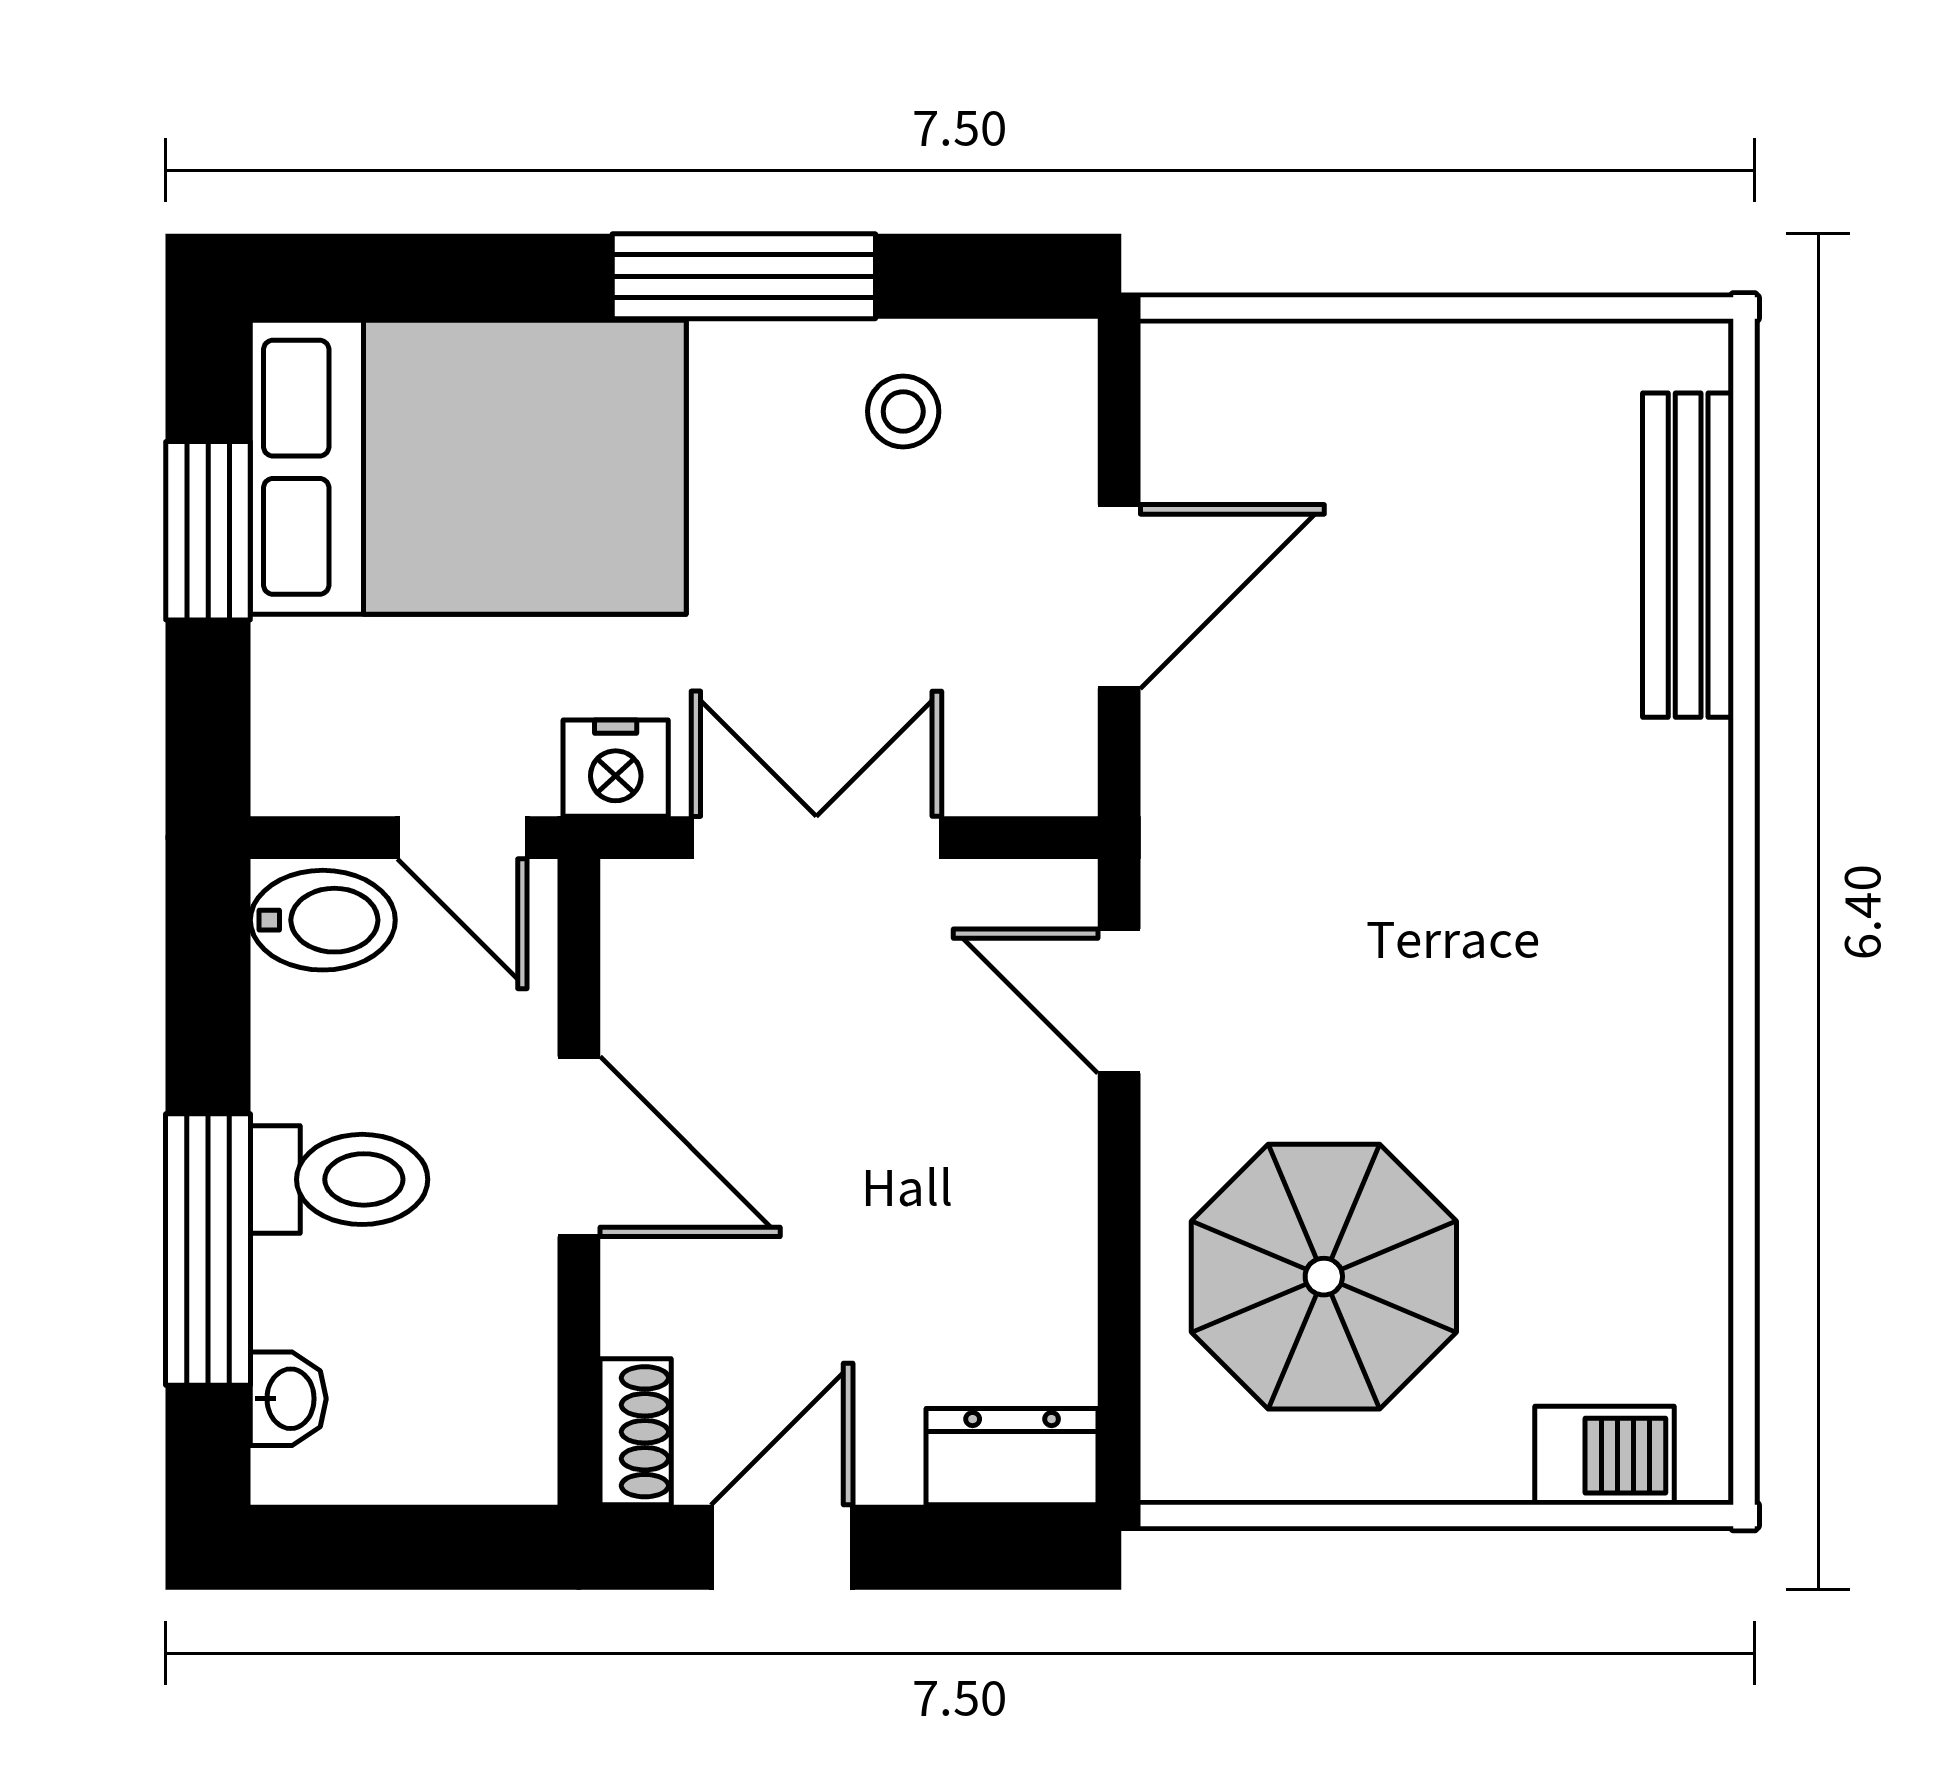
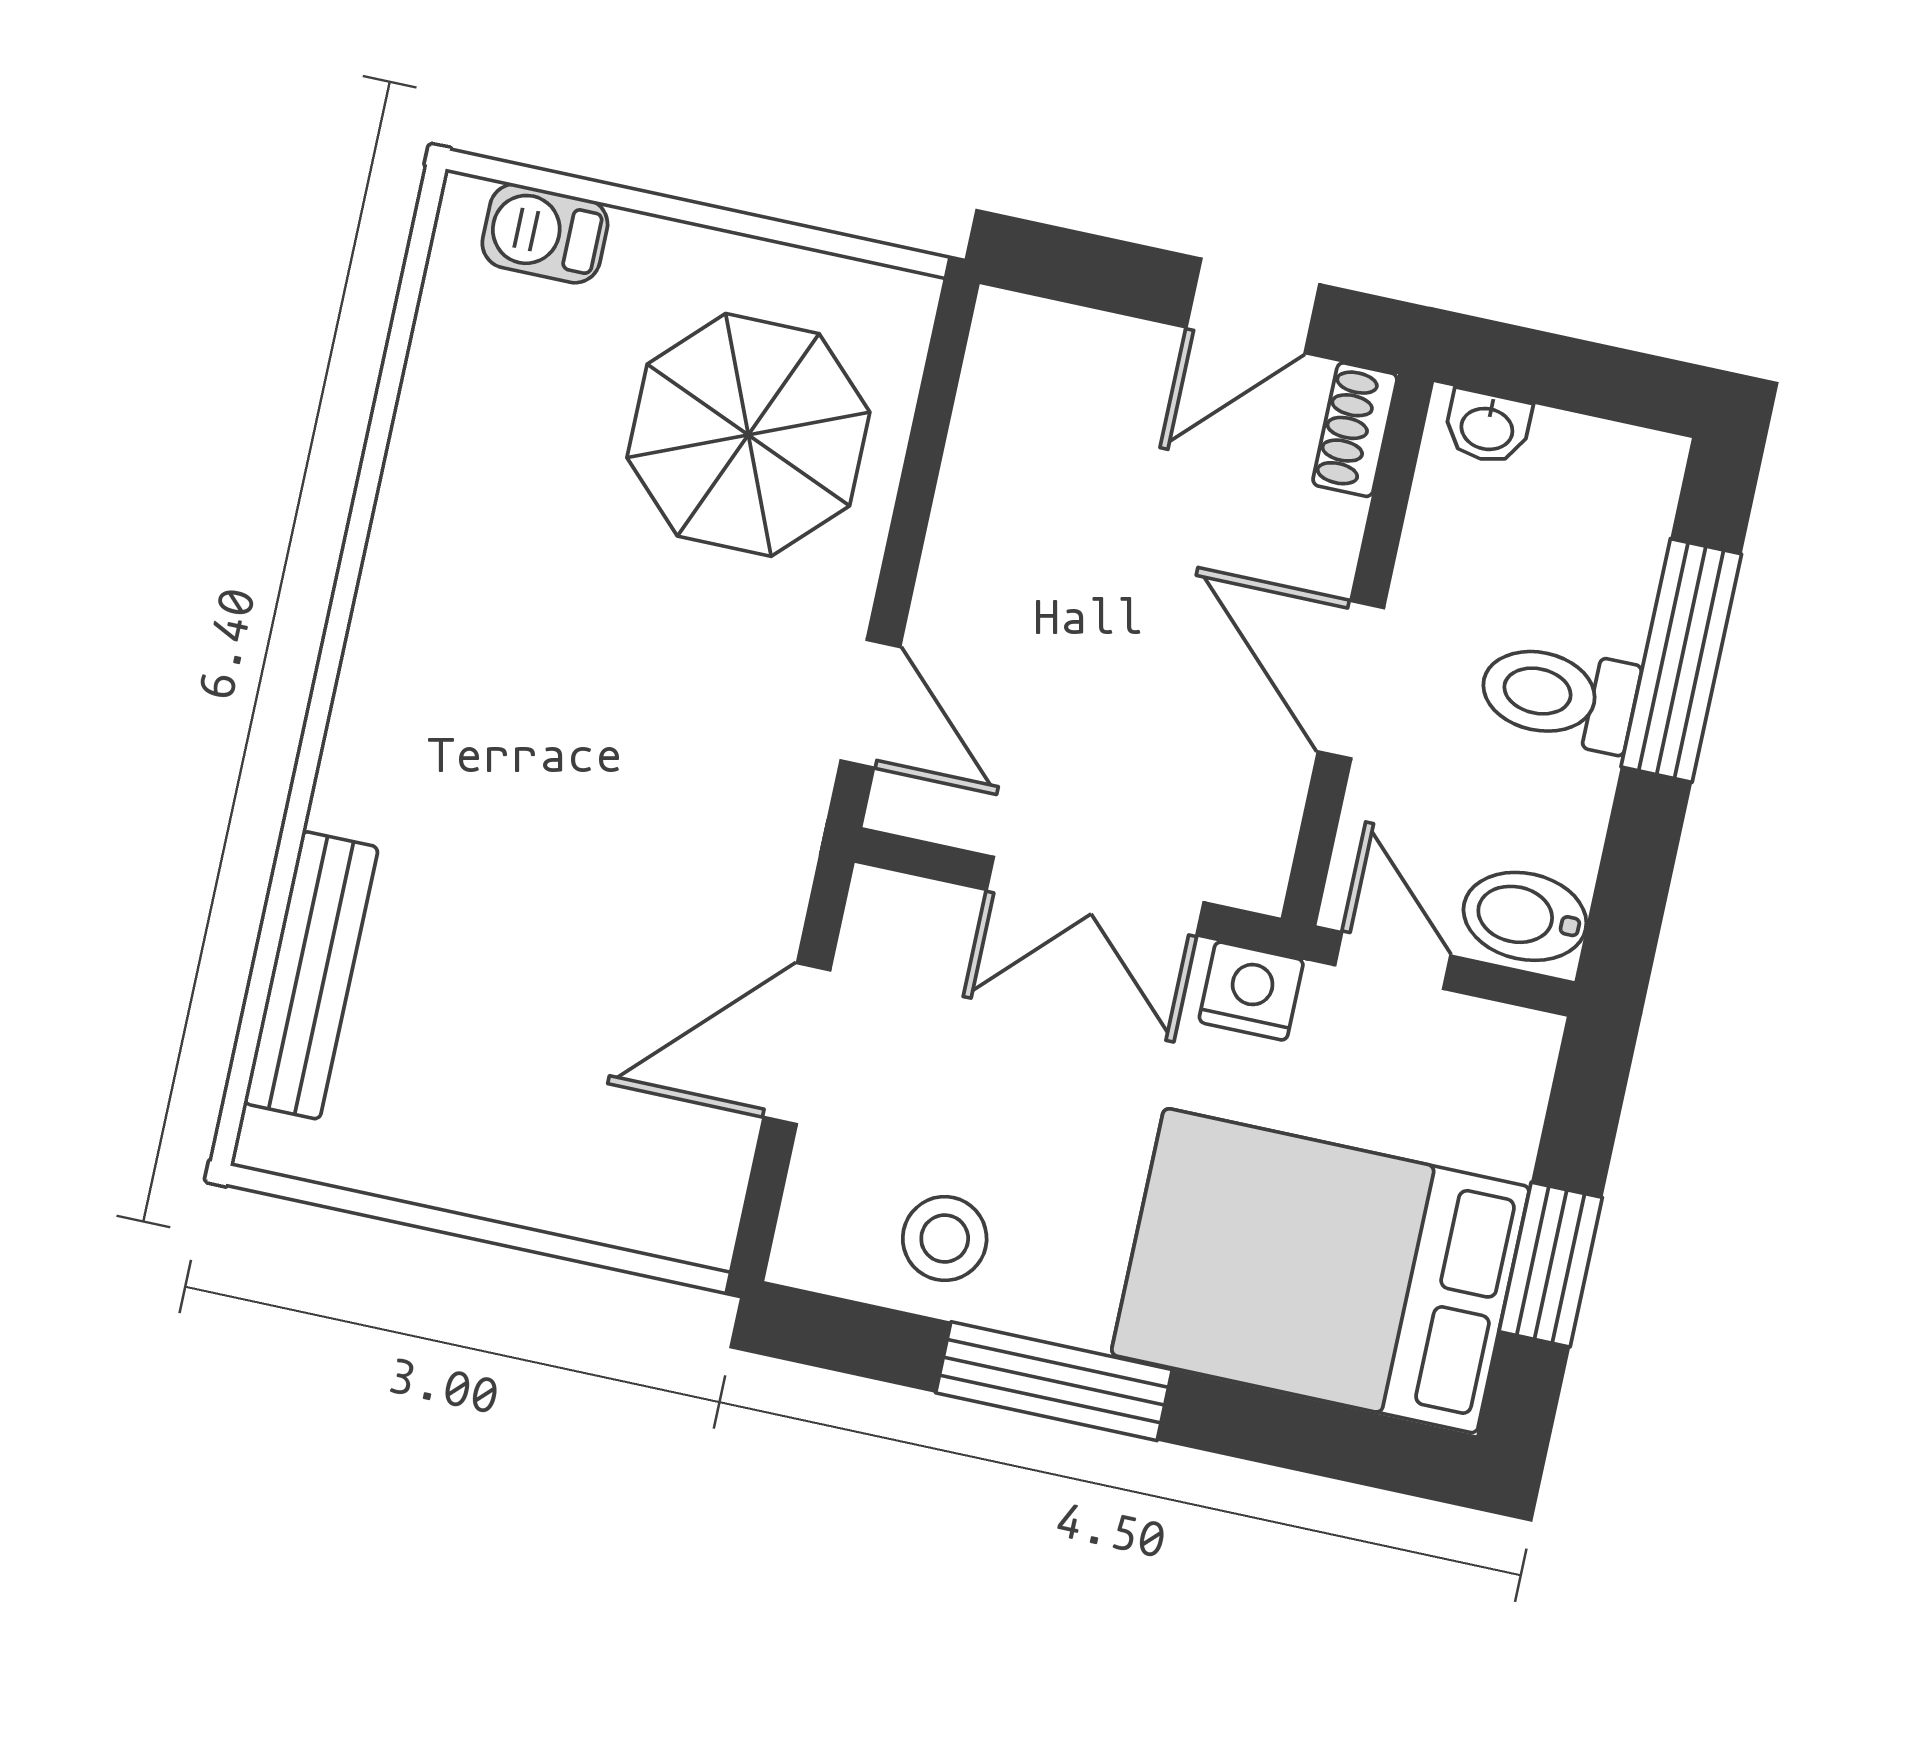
stool: (903, 411) -> (945, 1239), width x1.37, depth x1.37
washbasin: (288, 1399) -> (1487, 427), moved, turned -90
dresser: (1012, 1457) -> (1043, 340), removed

